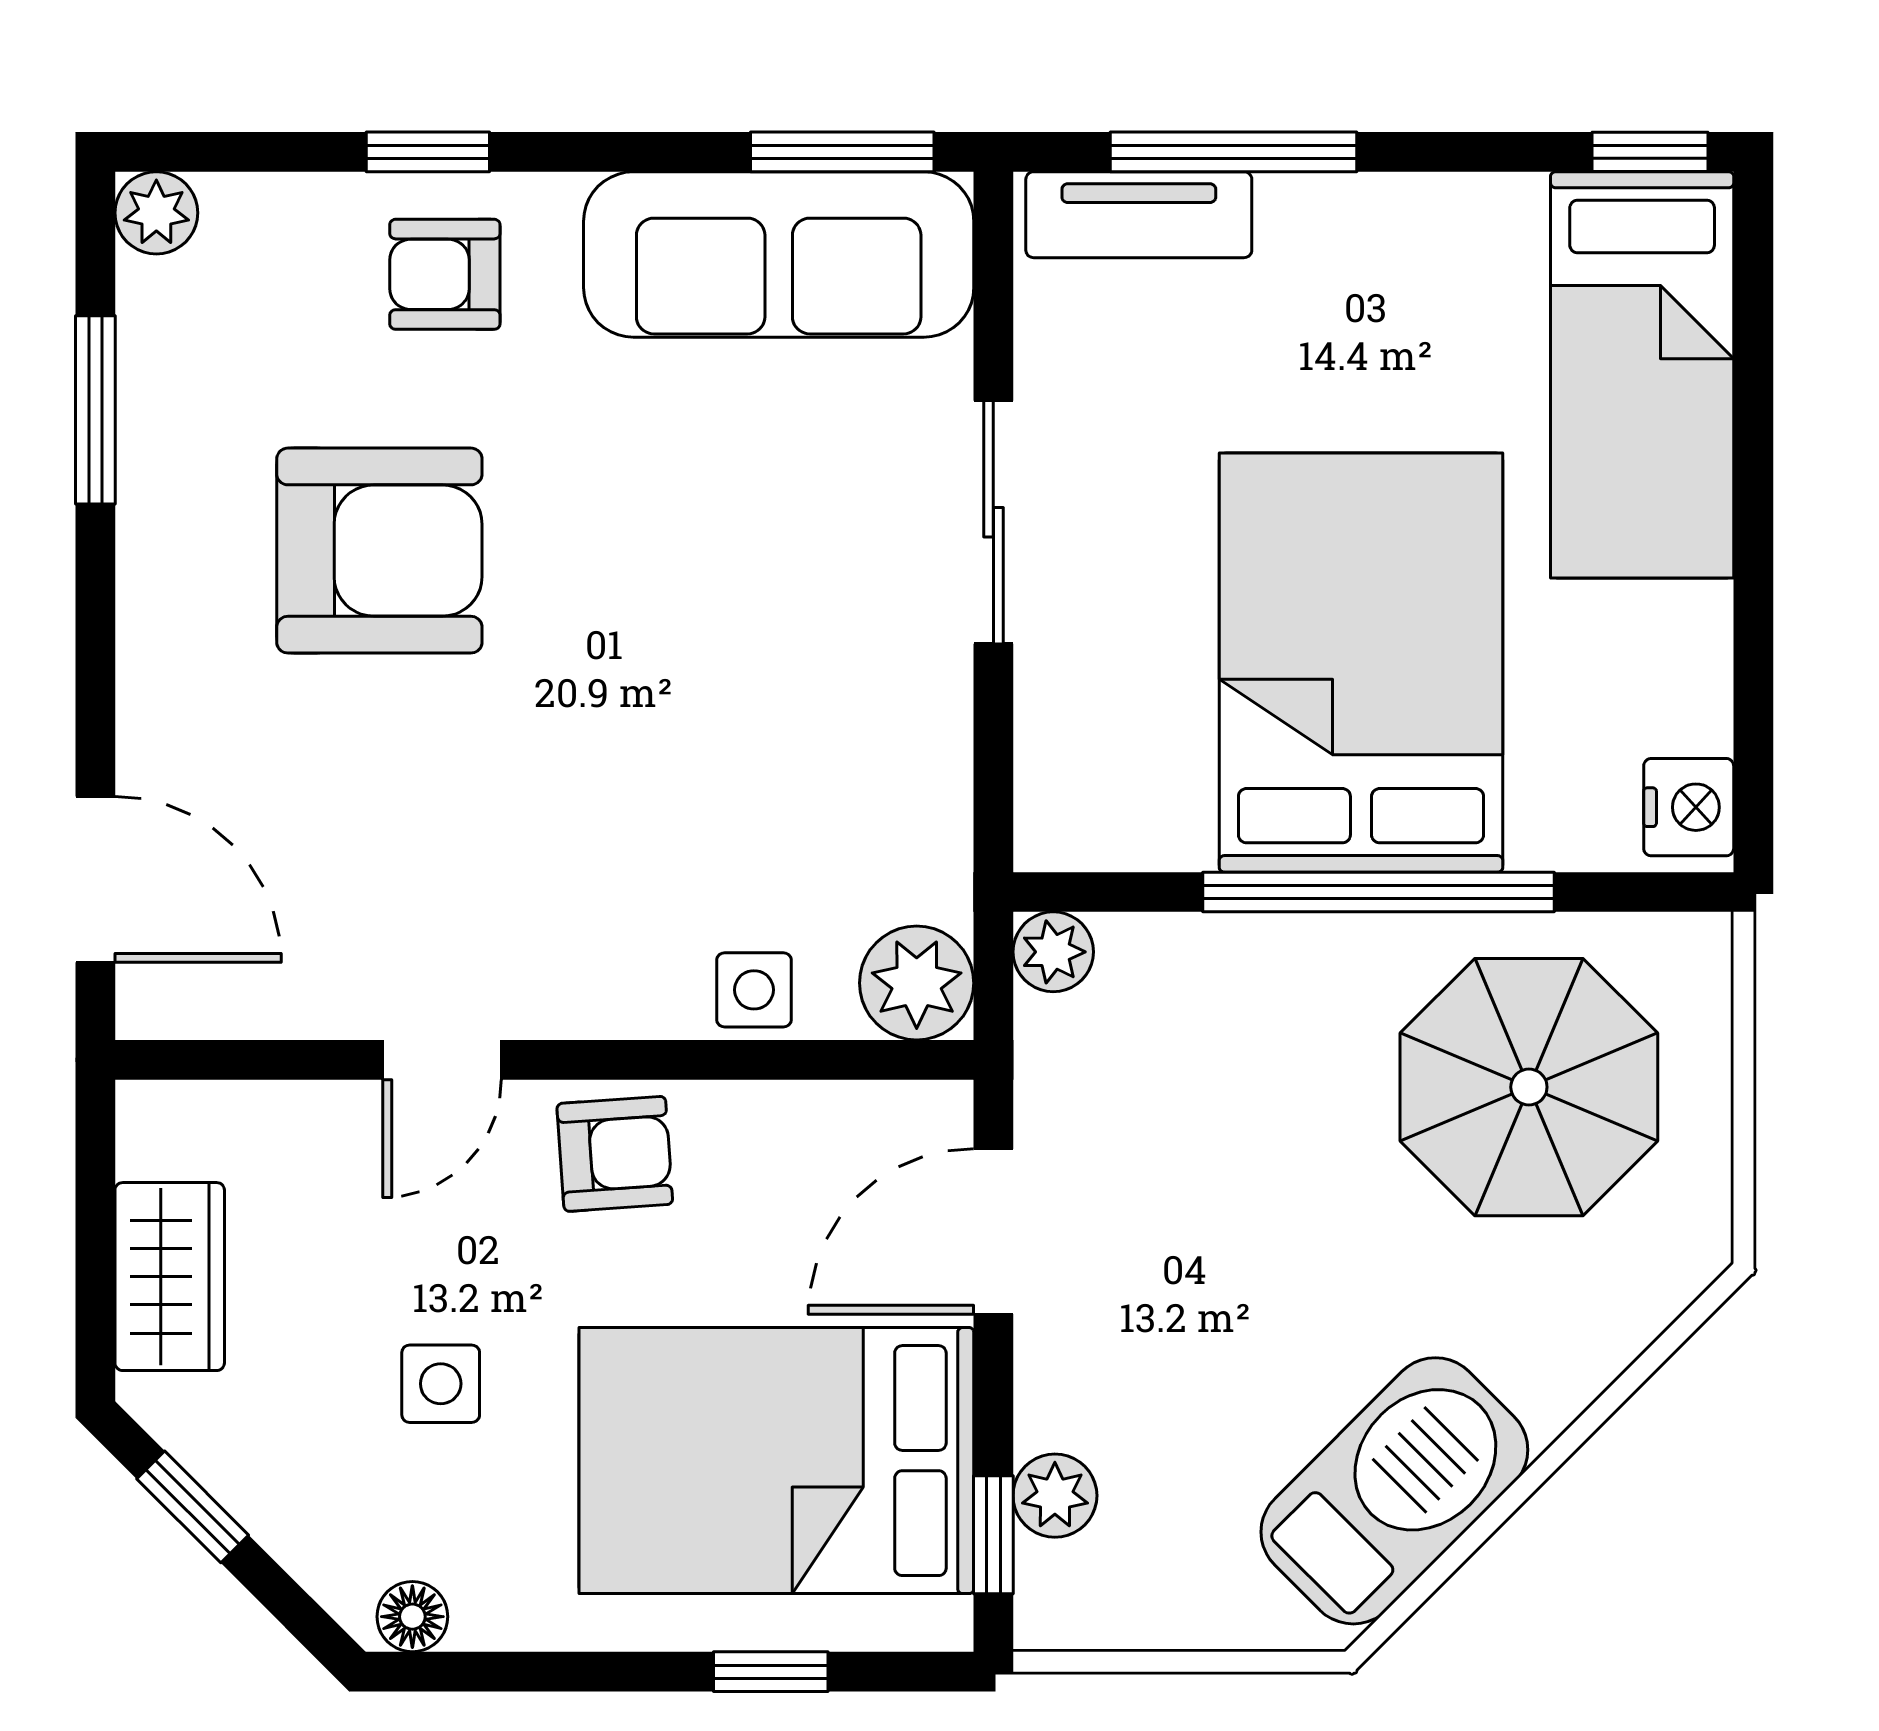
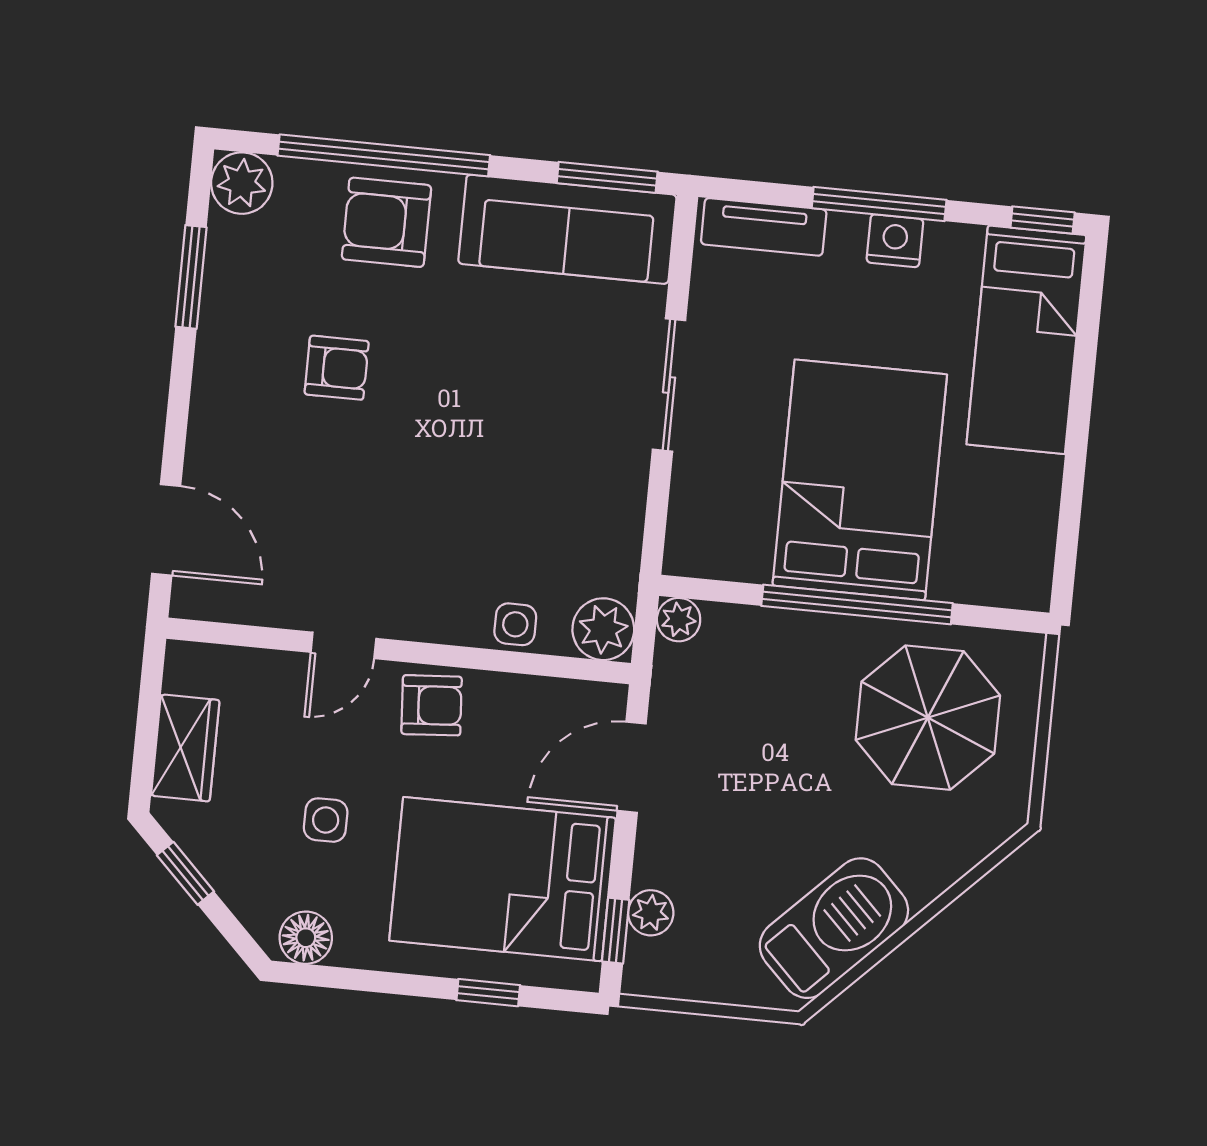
window: (428, 152) -> (384, 155), width x3.17
window: (1234, 152) -> (879, 204), moved
plant: (156, 213) -> (242, 183), width x1.38, depth x1.38
armchair: (445, 274) -> (387, 222), width x1.38, depth x1.38
armchair: (379, 551) -> (337, 368), width x0.53, depth x0.53
nightstand: (1689, 807) -> (895, 241), moved, turned -90
floor lamp: (412, 1617) -> (306, 938), width x1.37, depth x1.37

